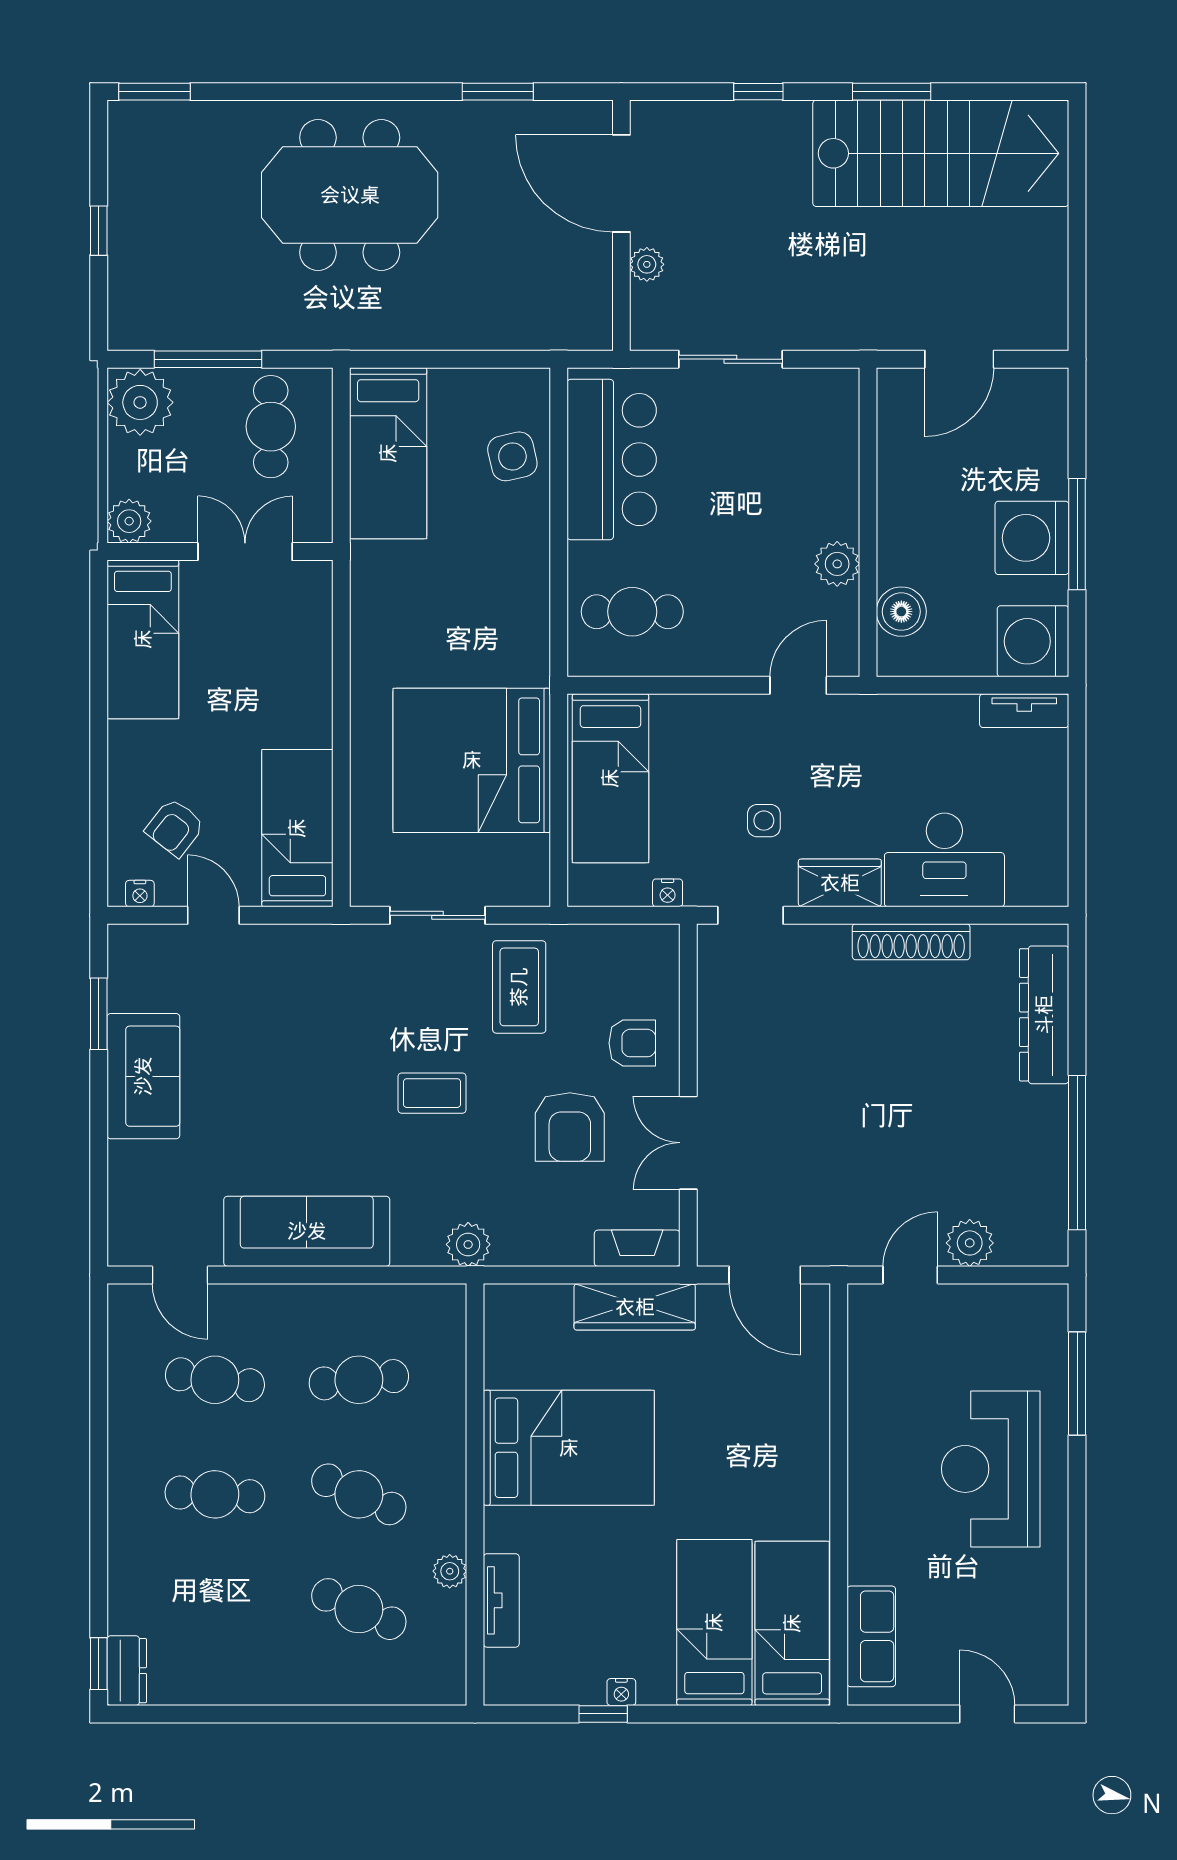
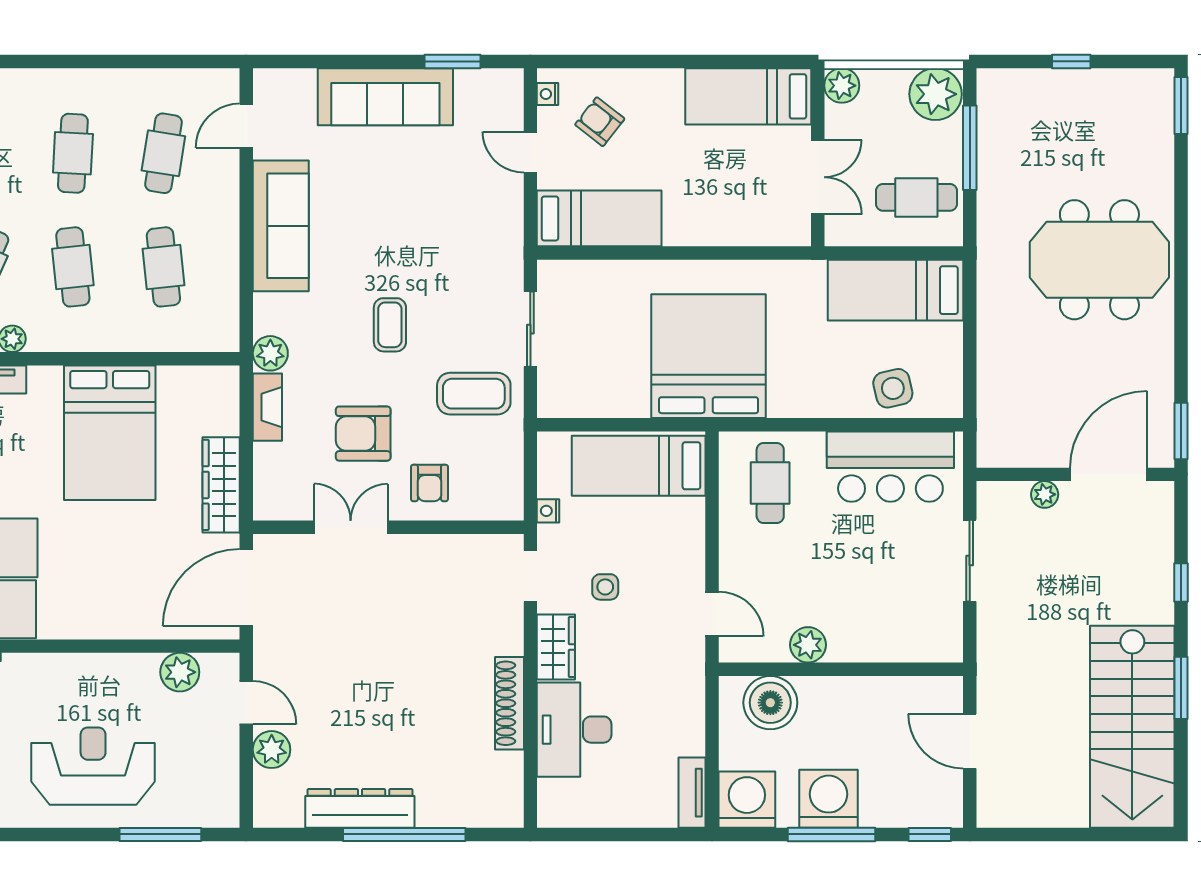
window: (498, 92) -> (1181, 431), moved
meeting table: (350, 195) -> (1099, 260), turned 90
window: (1077, 410) -> (930, 834), added
boiler: (901, 612) -> (770, 703), width x1.37, depth x1.37
bed: (472, 760) -> (709, 356), moved
door: (213, 915) -> (530, 152), swing flipped
dresser: (1044, 1015) -> (360, 808), moved
sofa: (143, 1076) -> (385, 97), width x1.36
window: (1077, 1153) -> (404, 834), moved
fireplace: (637, 1248) -> (267, 407), moved
door: (765, 1275) -> (246, 588), width x1.36
plant: (872, 1359) -> (180, 672), added
cafe table: (359, 1494) -> (73, 267), turned -30

